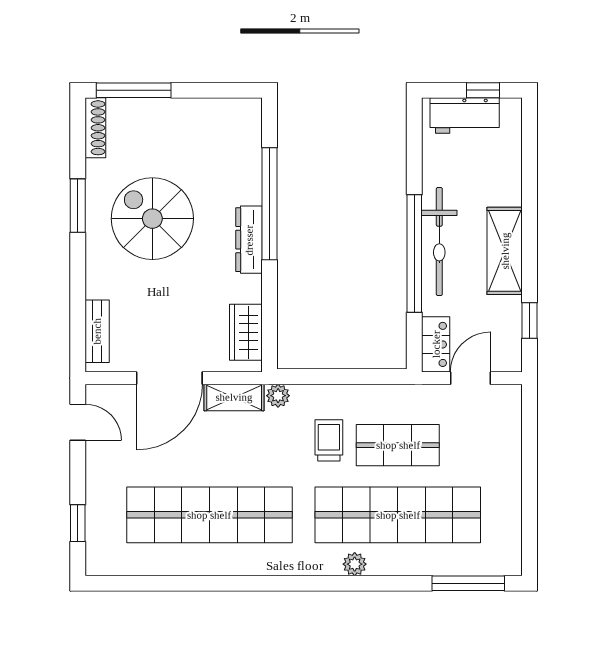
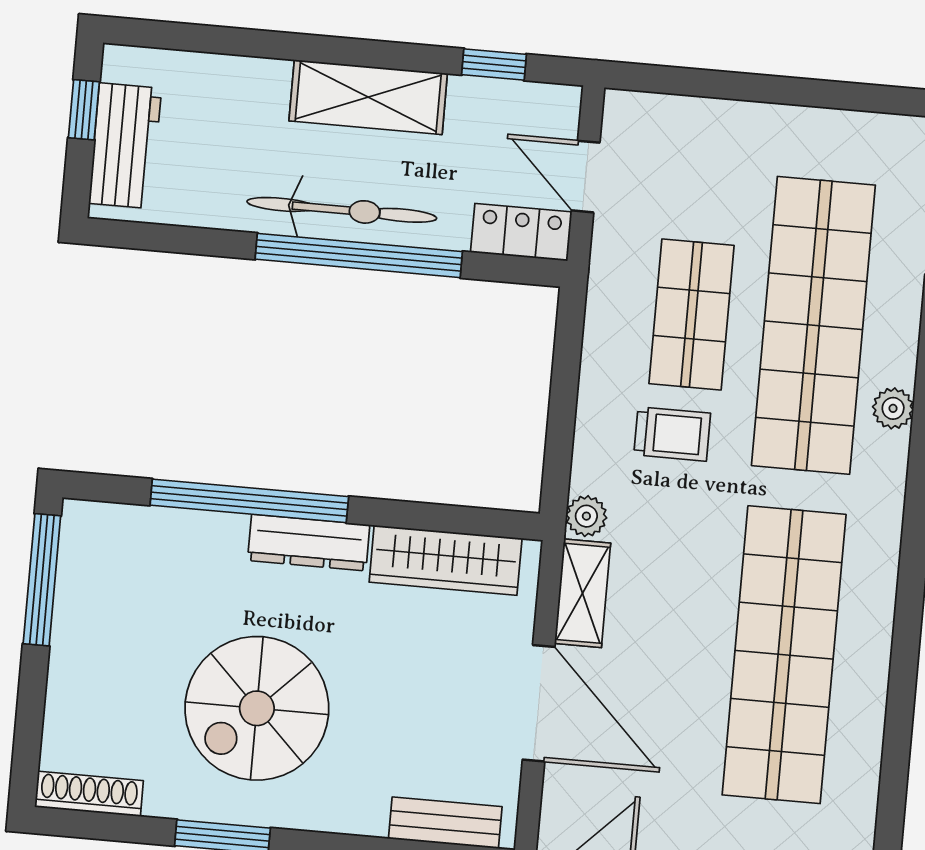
window: (134, 90) -> (42, 580), moved
wardrobe: (246, 332) -> (446, 560), width x1.50
trolley: (329, 440) -> (672, 434), turned 180

